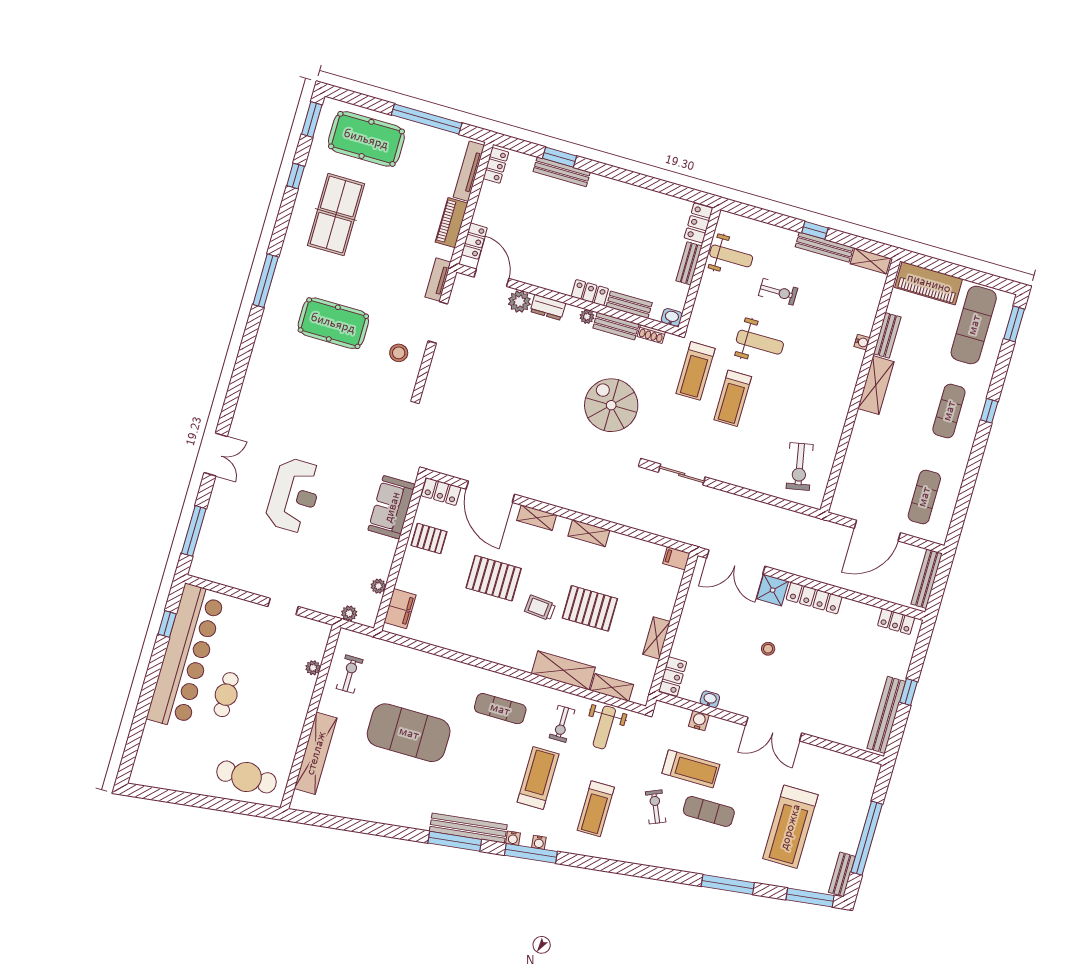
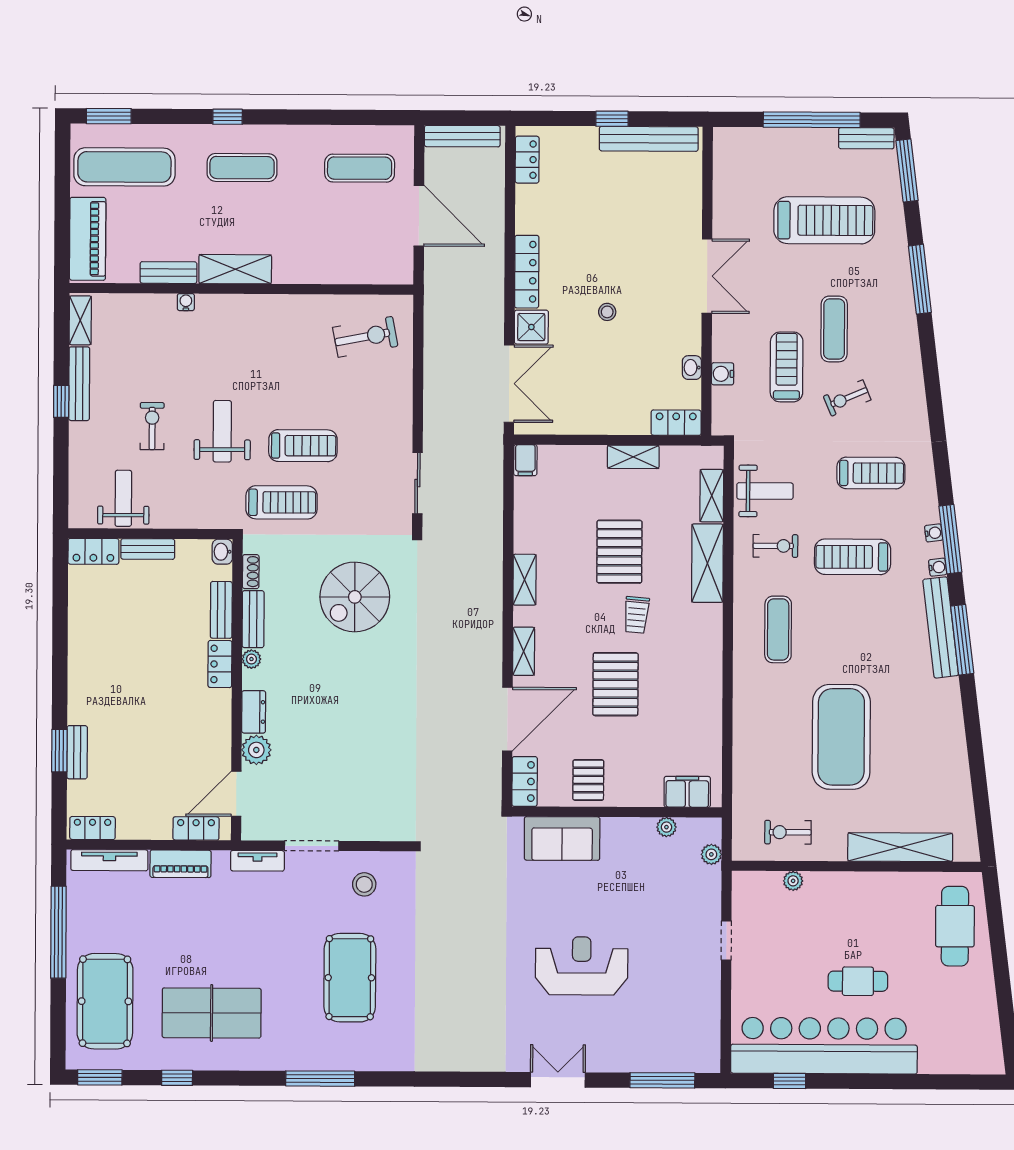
bench: (562, 172) -> (77, 752), width x0.73

